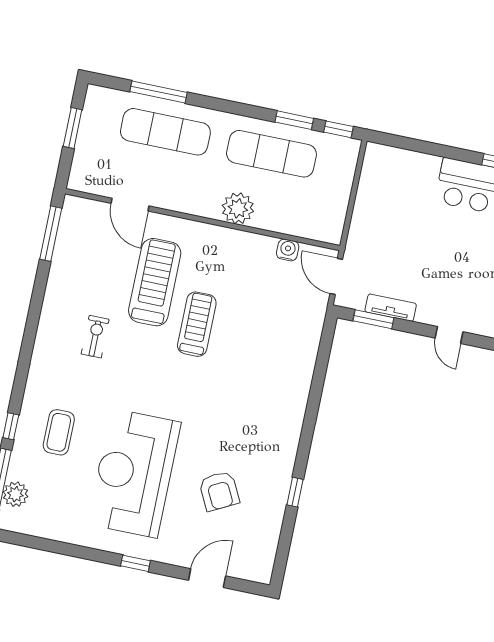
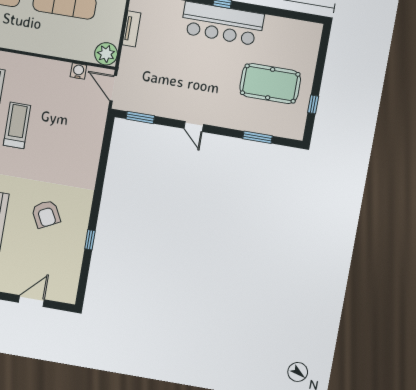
plant: (238, 208) -> (106, 54), moved
tv unit: (391, 308) -> (131, 29), moved, turned 90
armchair: (219, 491) -> (46, 214), moved

